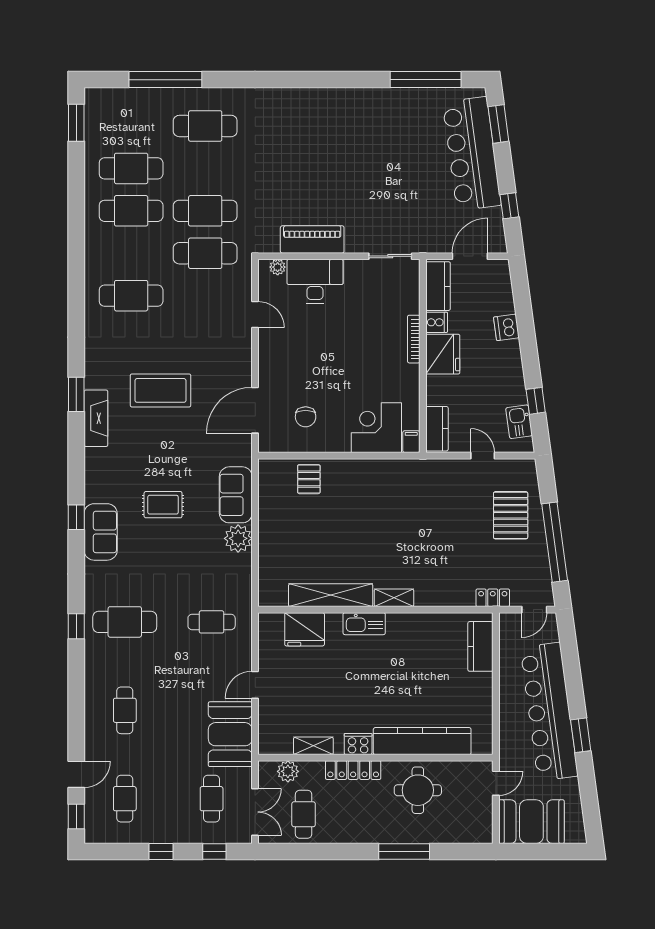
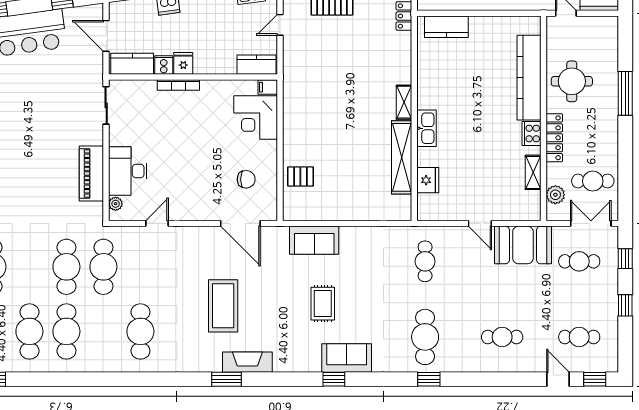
fridge: (443, 354) -> (183, 63), width x0.53, depth x0.75
plant: (238, 538) -> (352, 238), removed
fridge: (305, 629) -> (428, 180), width x0.73, depth x0.75

